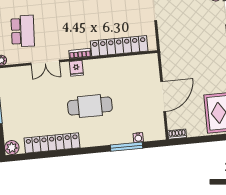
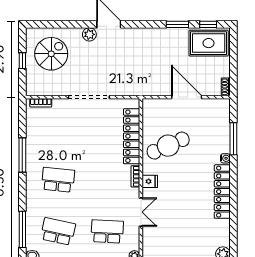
cafe table: (90, 106) -> (168, 146), moved, turned 66
water cooler: (138, 138) -> (225, 158), moved
locker: (52, 143) -> (222, 192), moved

